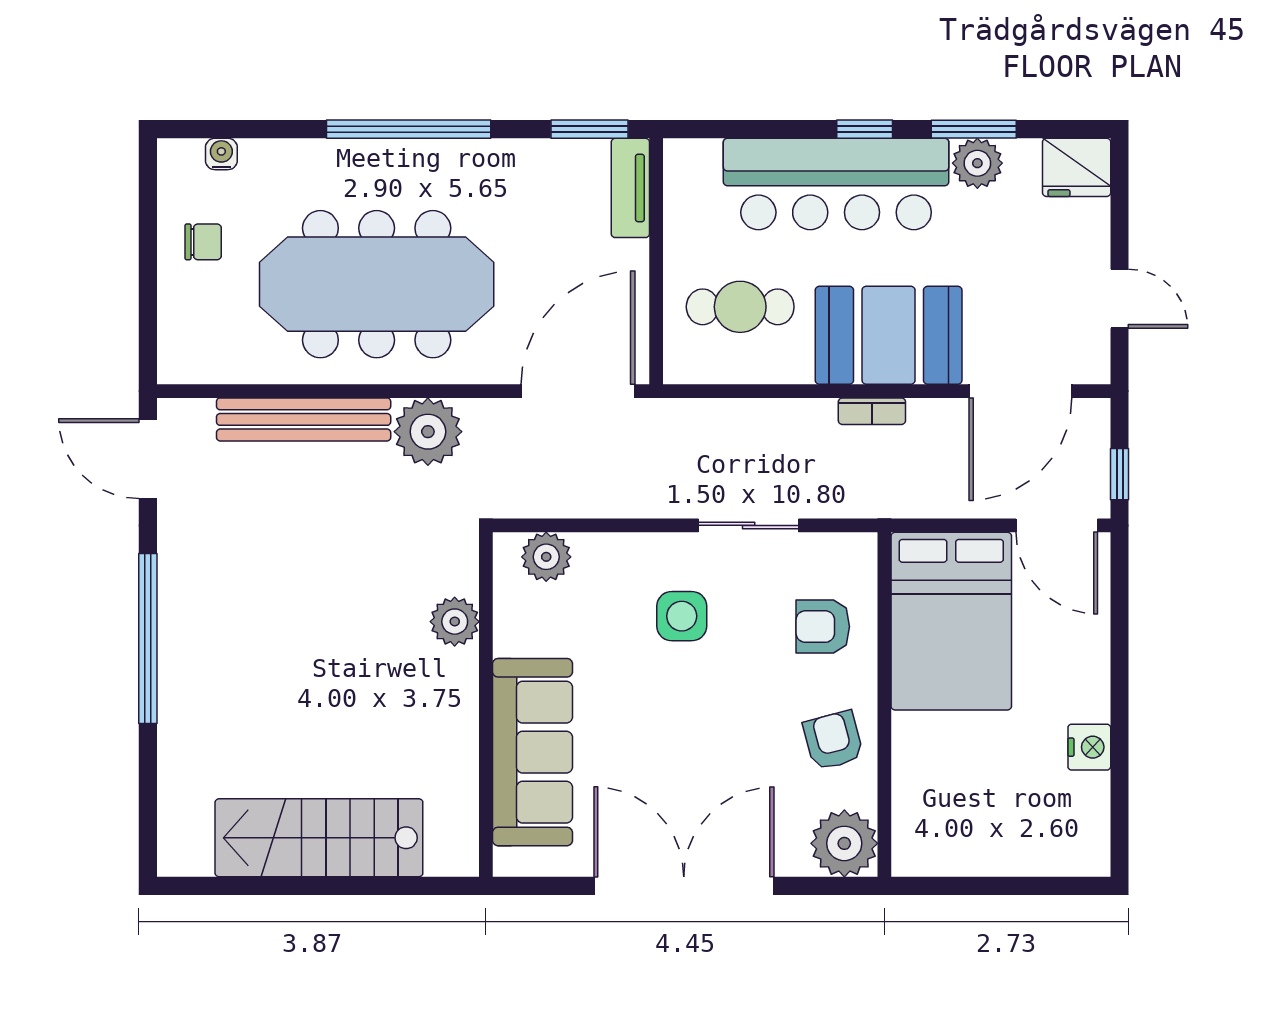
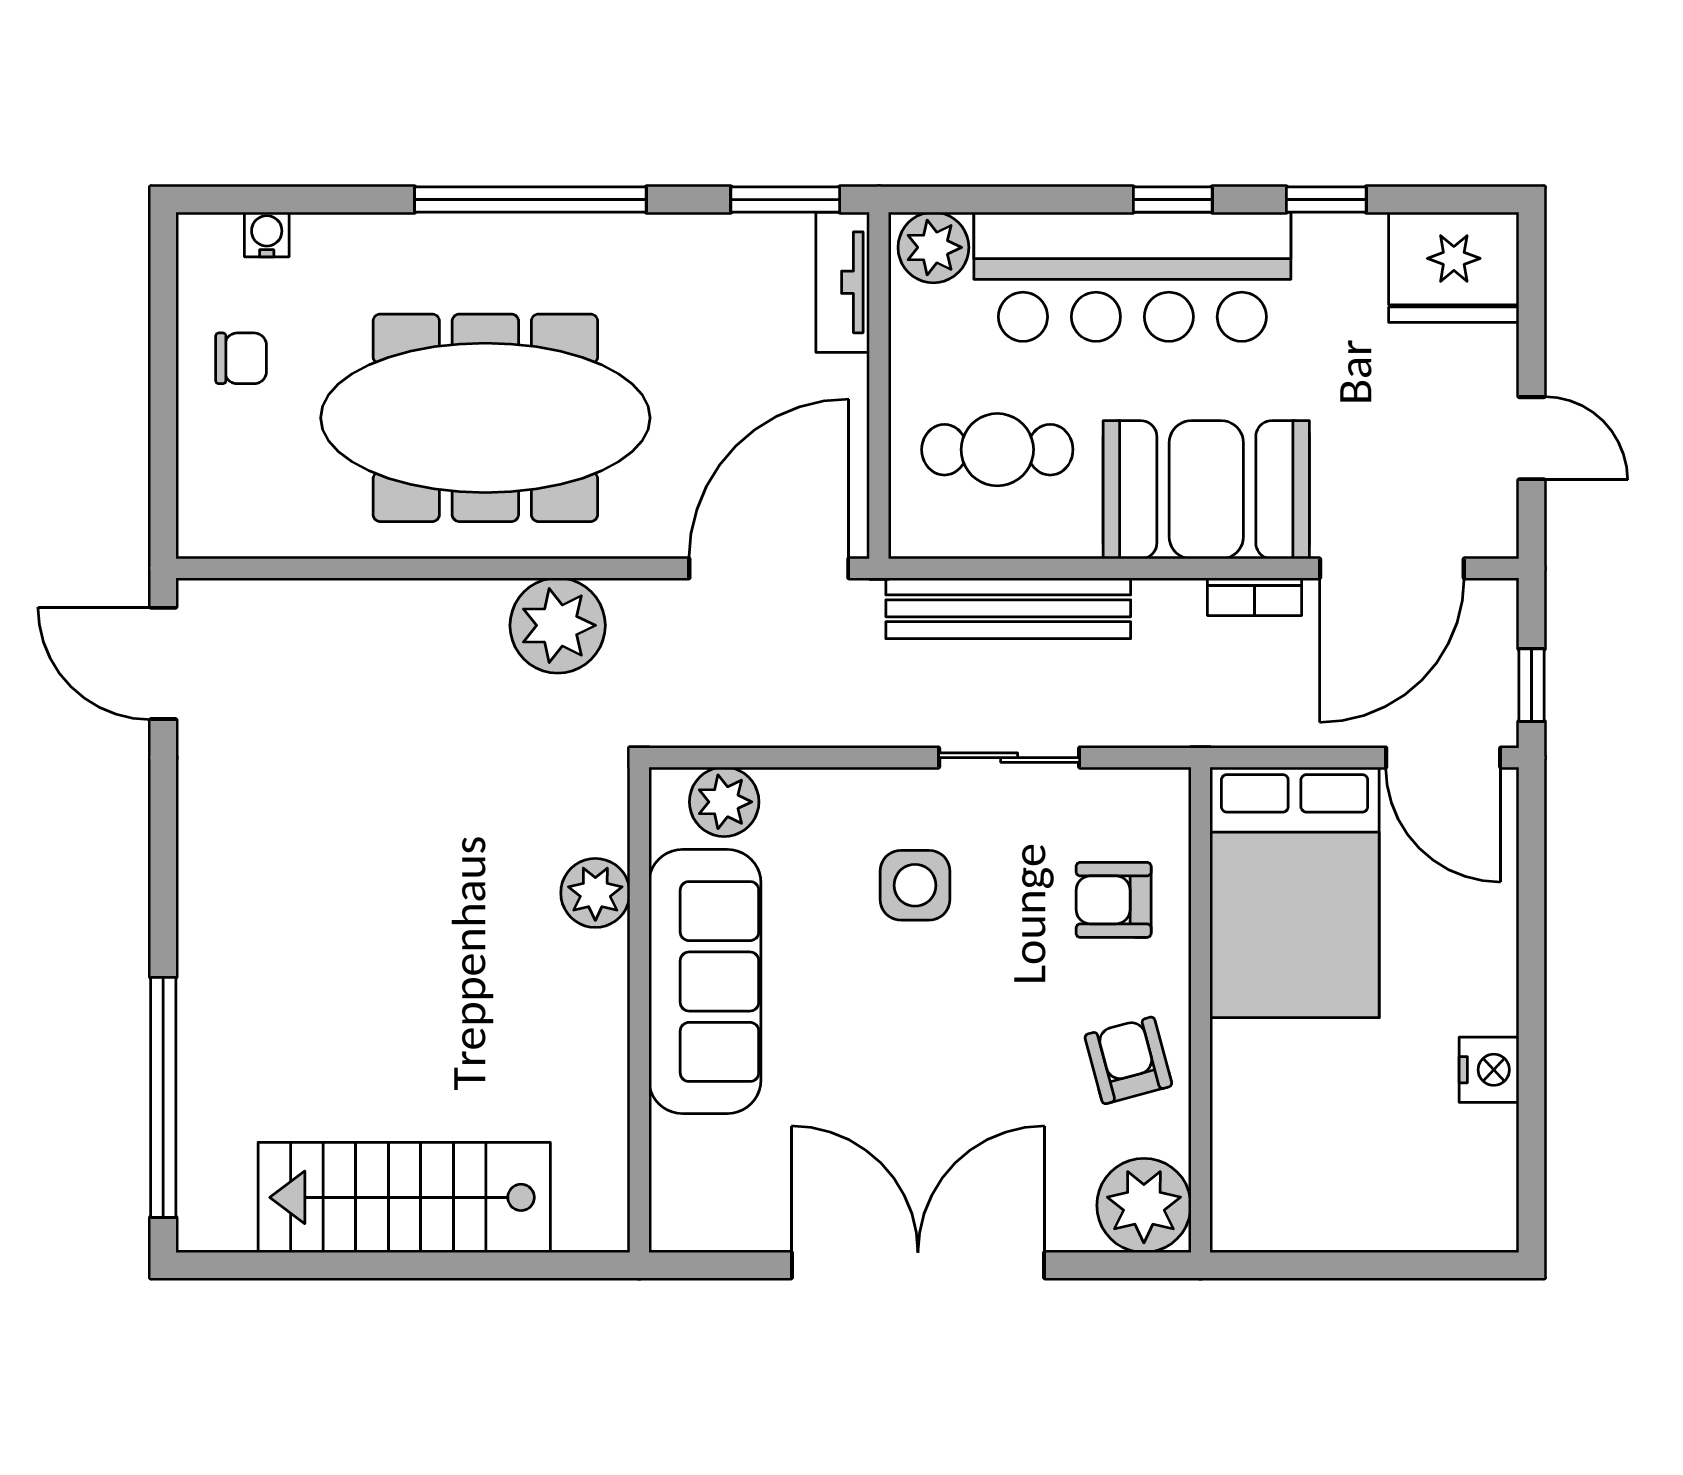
window: (974, 129) -> (1326, 200), width x0.67
plant: (977, 163) -> (933, 247), moved
fridge: (1077, 167) -> (1454, 267), width x1.36, depth x1.34
bookcase: (872, 411) -> (1255, 597), moved
bench: (304, 419) -> (1008, 608), moved
window: (148, 639) -> (163, 1097), moved
sofa: (532, 752) -> (705, 981), moved

